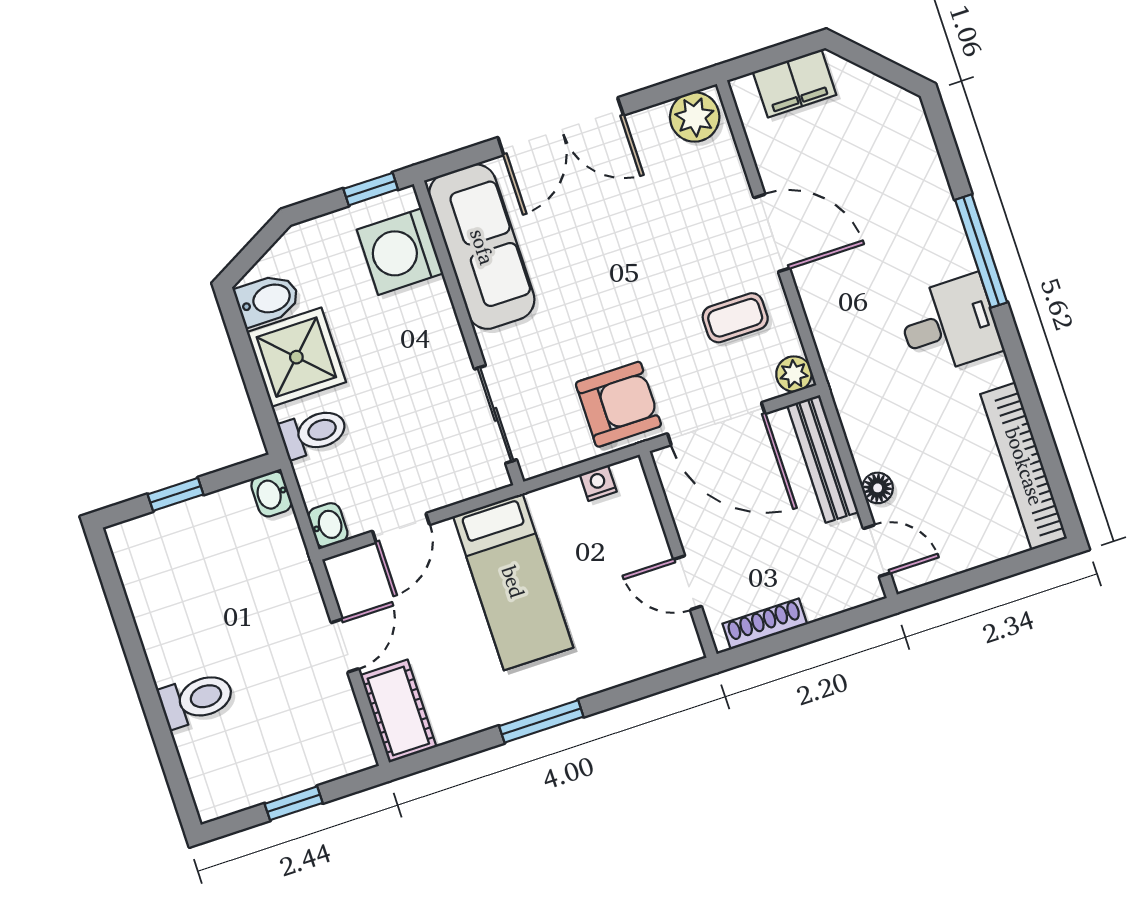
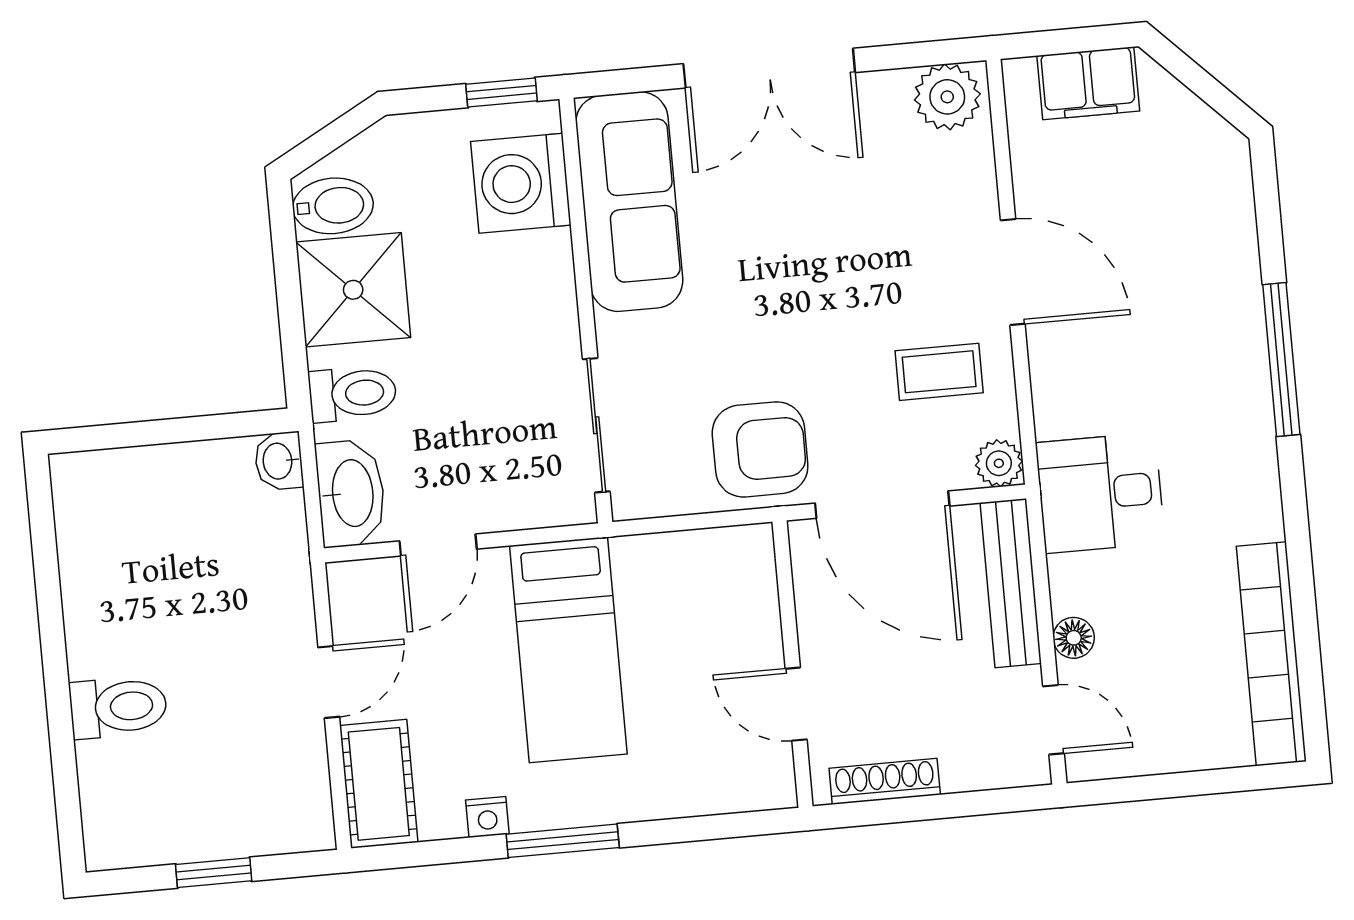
desk: (949, 325) -> (1100, 493), moved, turned 180
nightstand: (598, 483) -> (487, 817), moved, turned 180
window: (176, 494) -> (153, 433), removed
washbasin: (328, 525) -> (351, 493), width x1.91, depth x1.45

